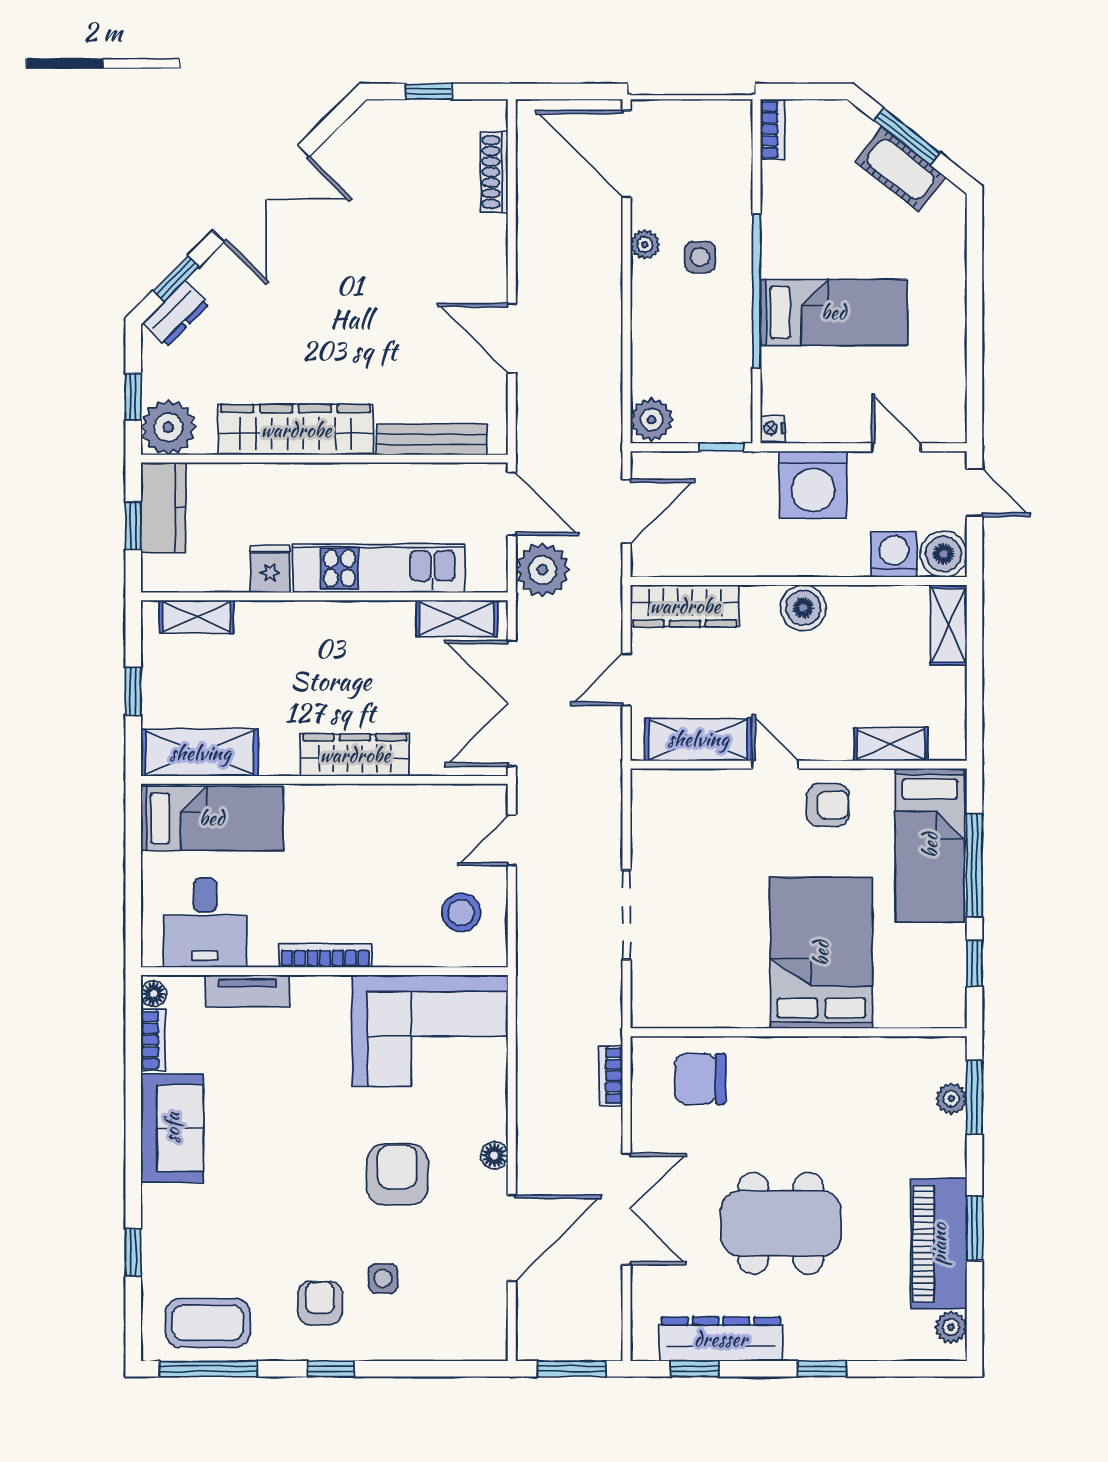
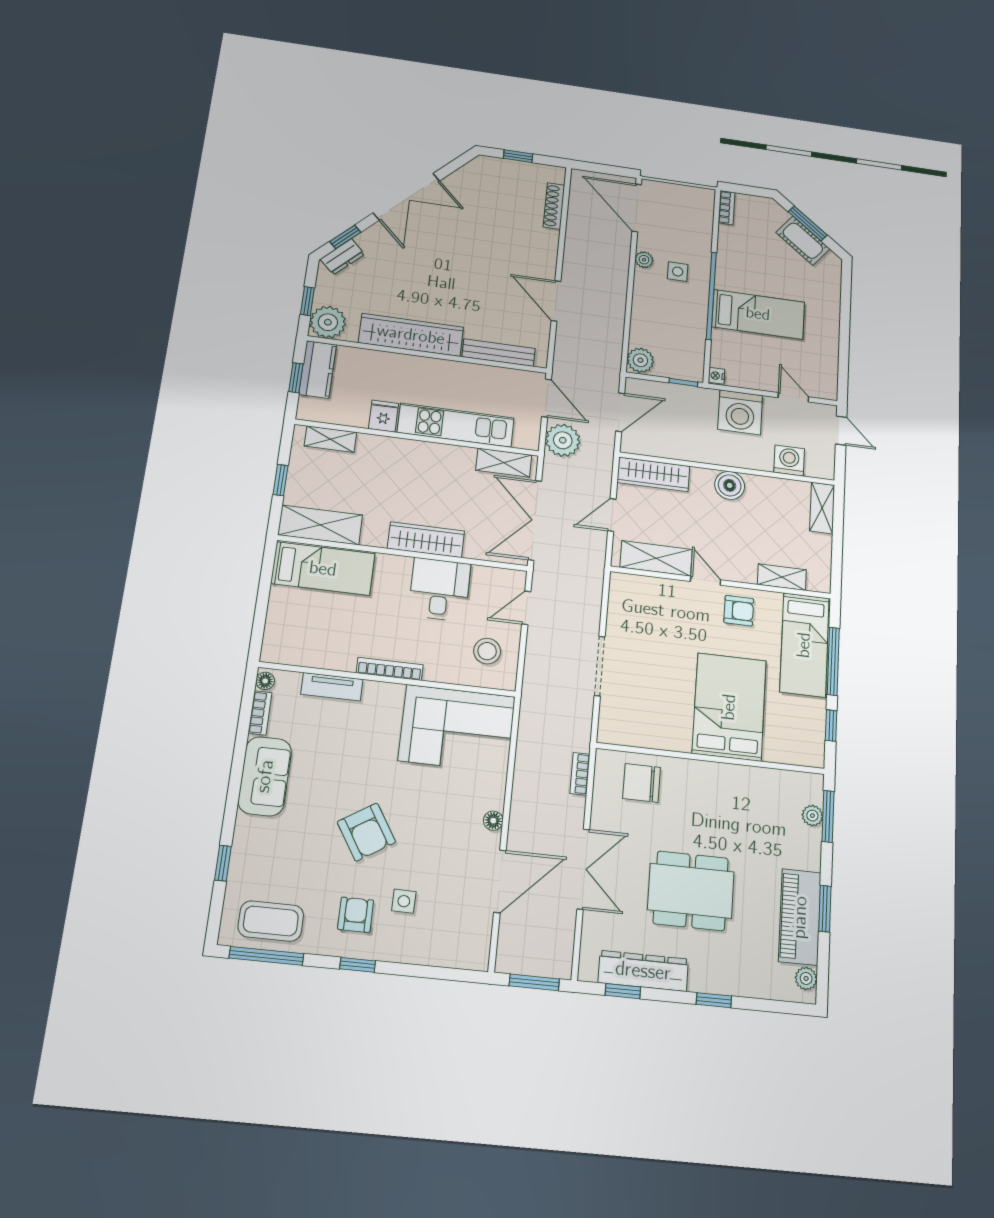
boiler: (943, 554) -> (820, 464), removed
desk: (205, 923) -> (440, 589), moved, turned 180
armchair: (397, 1174) -> (366, 832), moved, turned 148

